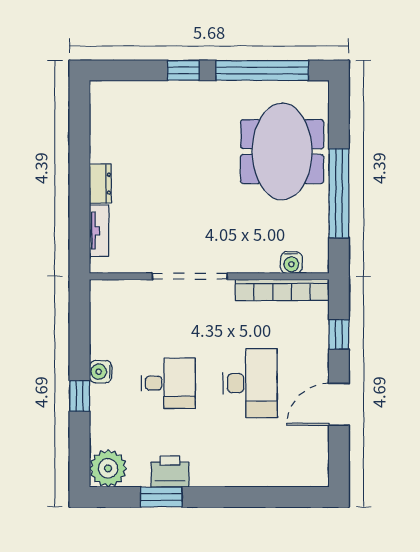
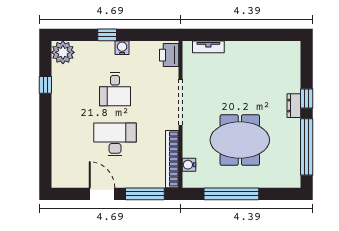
meeting table: (282, 152) -> (240, 140), moved
dresser: (100, 184) -> (294, 106), moved, turned 90
window: (339, 334) -> (145, 194), width x2.17
desk: (250, 383) -> (115, 139), turned 180
printer: (170, 471) -> (169, 55), moved, turned 180
window: (161, 497) -> (45, 85), width x0.67

